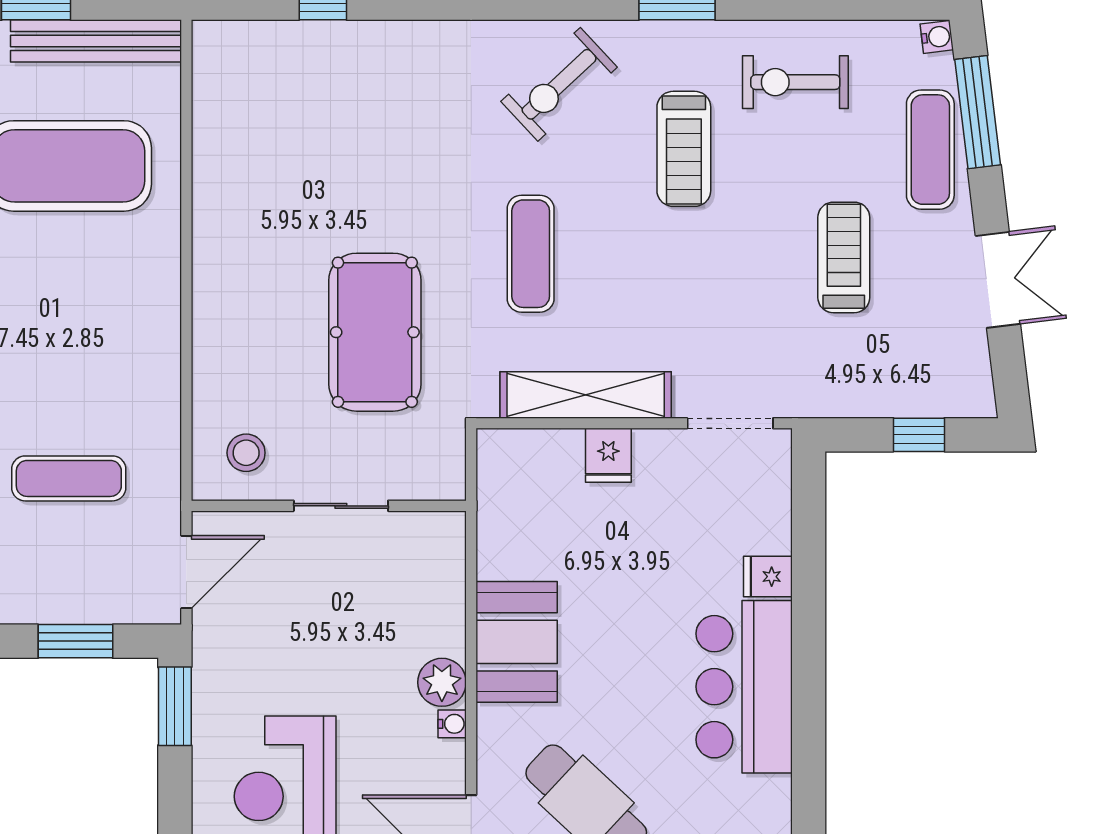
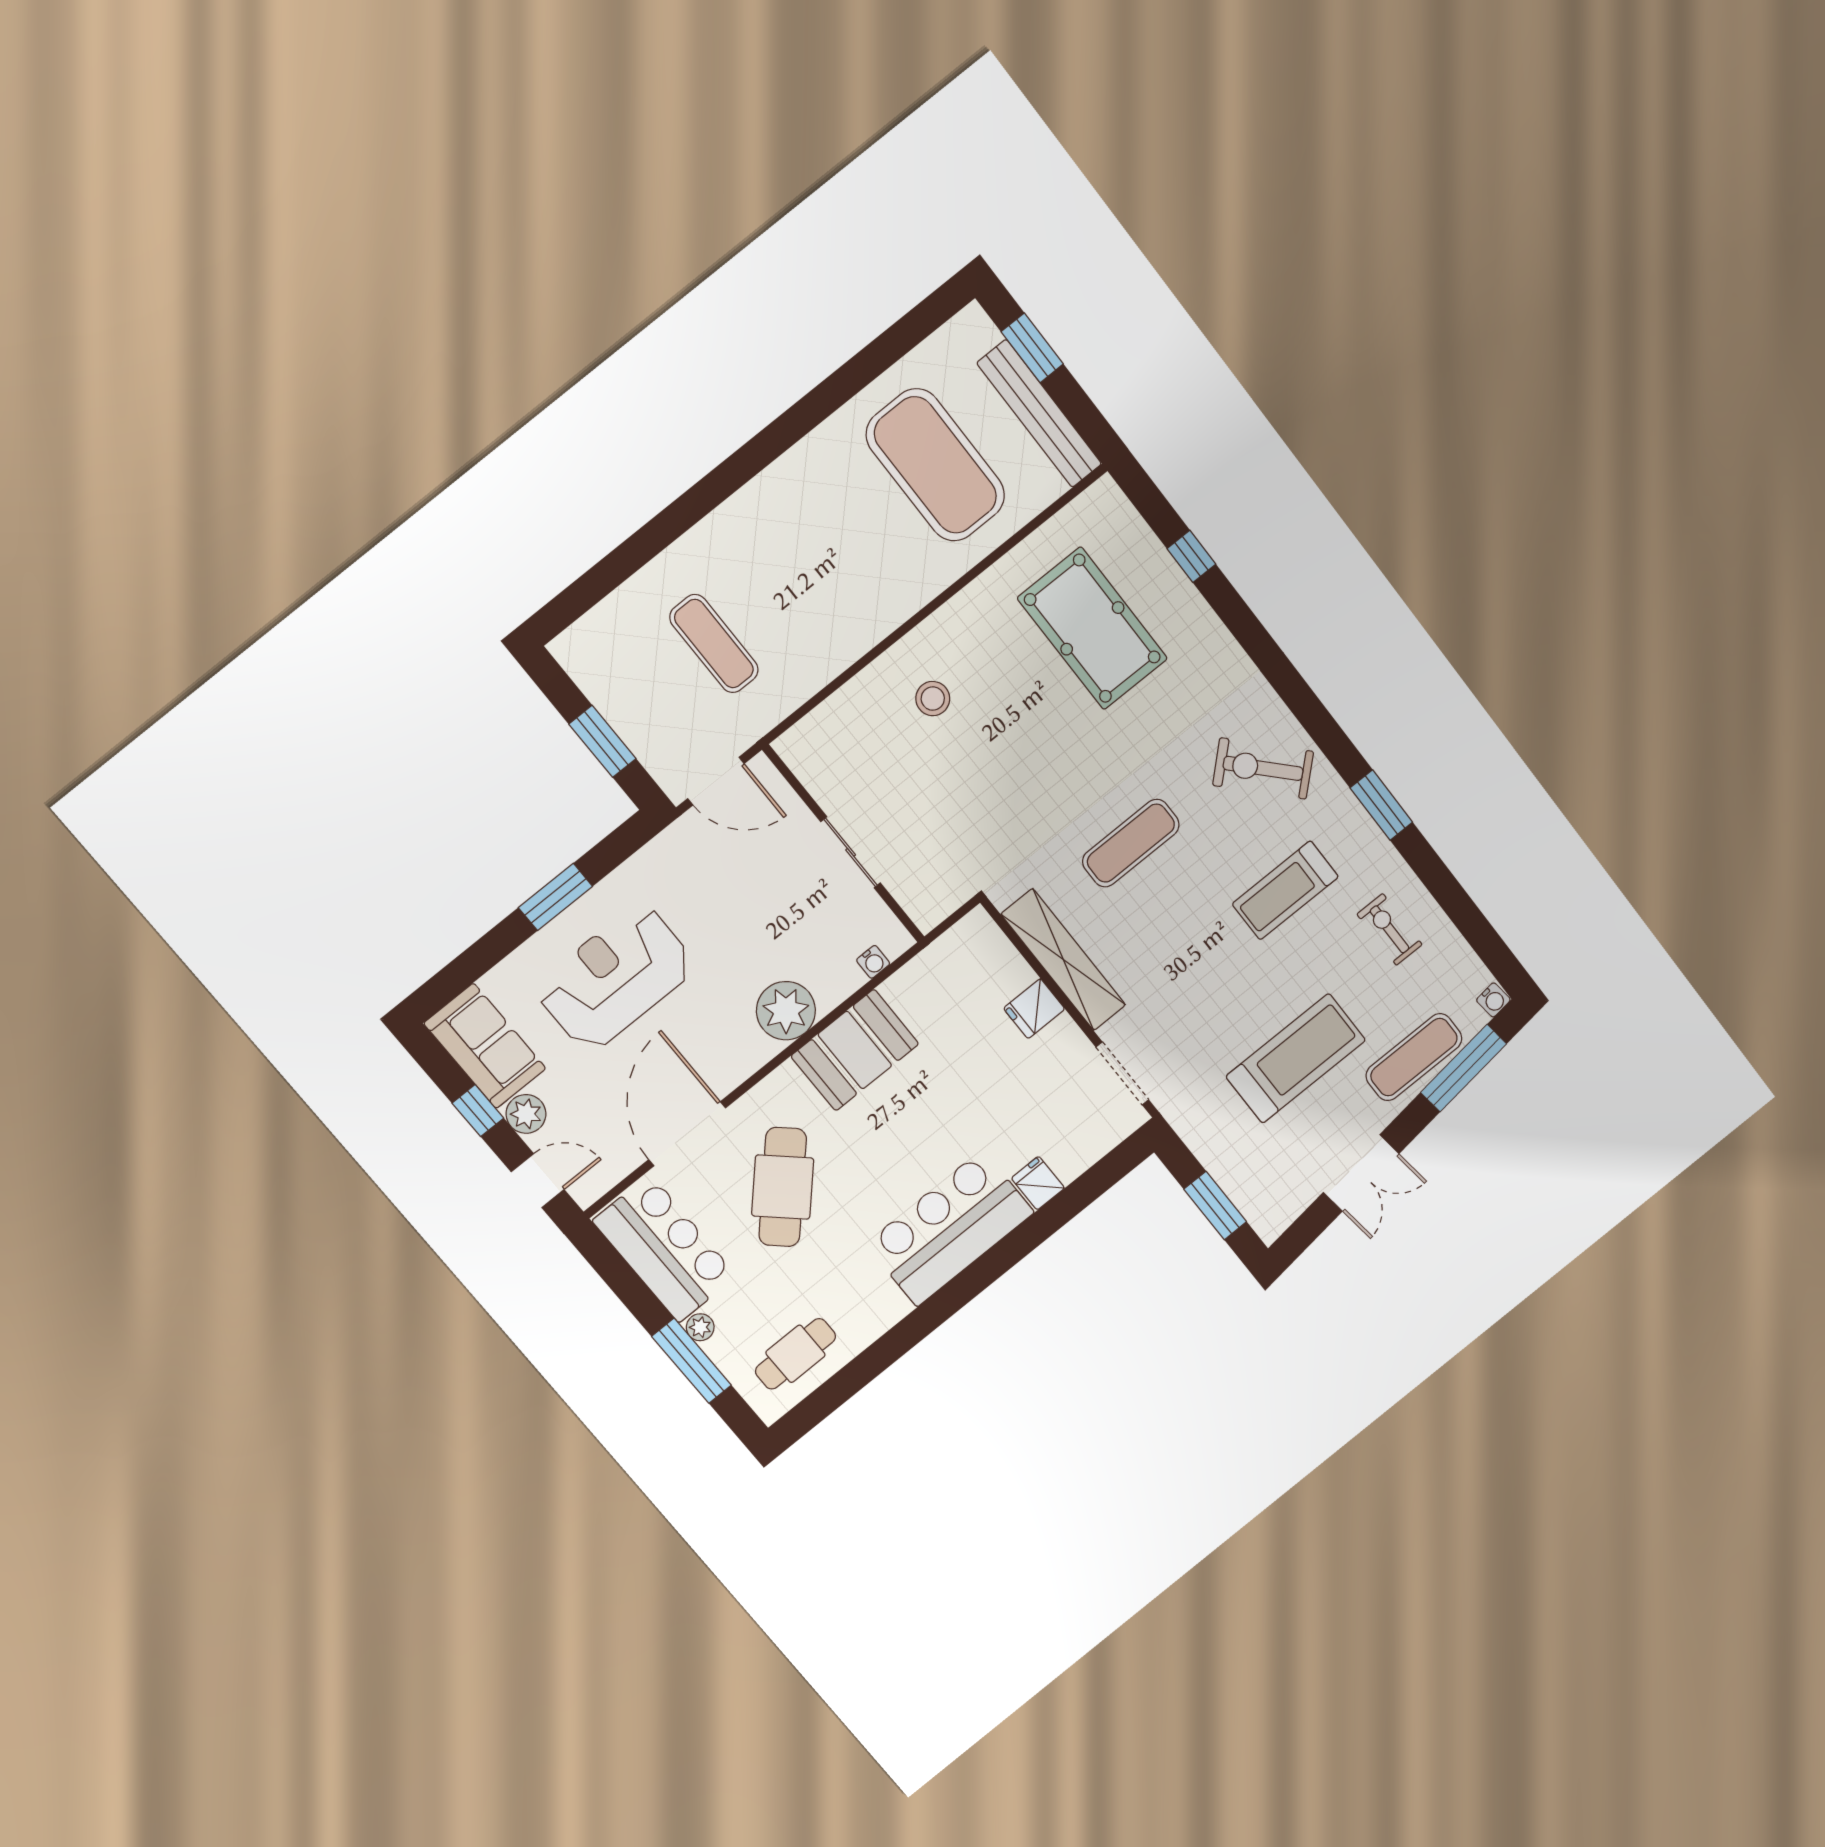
exercise bike: (795, 82) -> (1390, 929), width x0.73, depth x0.72
treadmill: (844, 257) -> (1296, 1058), width x1.37, depth x1.38
pool table: (375, 332) -> (1092, 628), moved, turned 90
window: (919, 435) -> (1215, 1205), width x1.50
stool: (246, 453) -> (933, 699), moved
plant: (442, 682) -> (786, 1011), width x1.36, depth x1.36
window: (175, 706) -> (555, 897), moved
water cooler: (452, 724) -> (873, 962), moved

